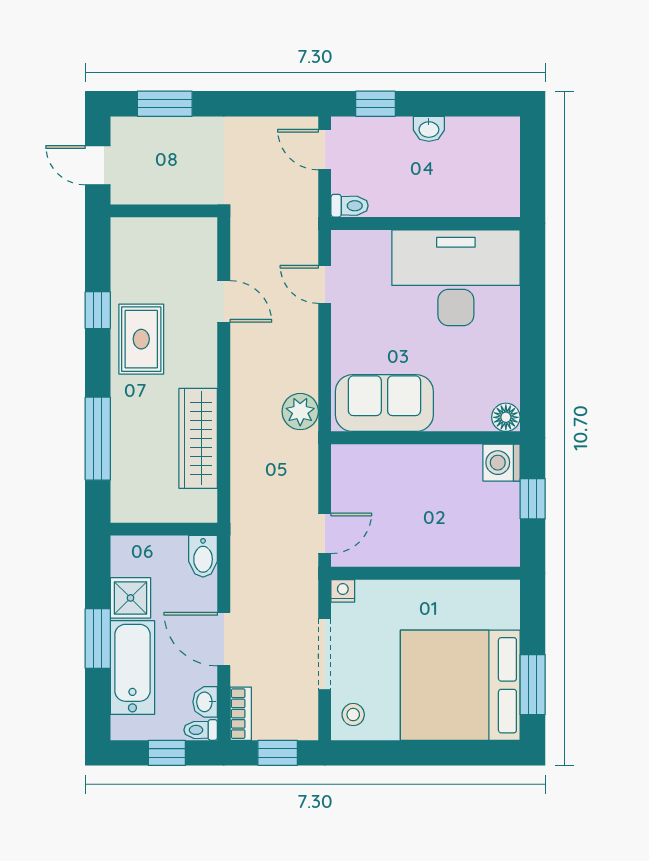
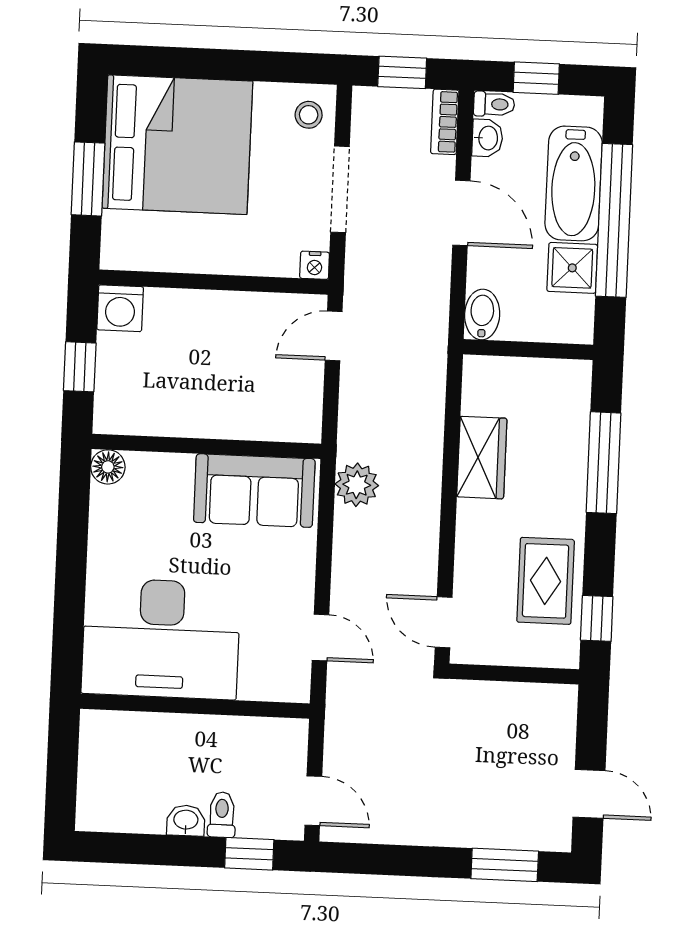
toilet: (350, 206) -> (222, 815), moved, turned 90
wall: (164, 211) -> (514, 674), moved
wardrobe: (198, 438) -> (482, 458), width x0.67
washing machine: (501, 463) -> (120, 308), moved, turned 90
window: (98, 639) -> (614, 220), width x2.11
window: (533, 685) -> (88, 179), moved

